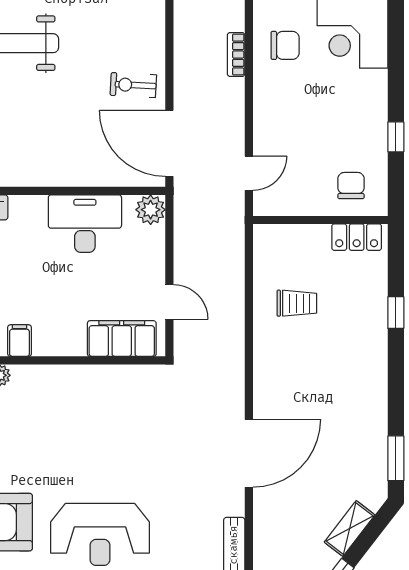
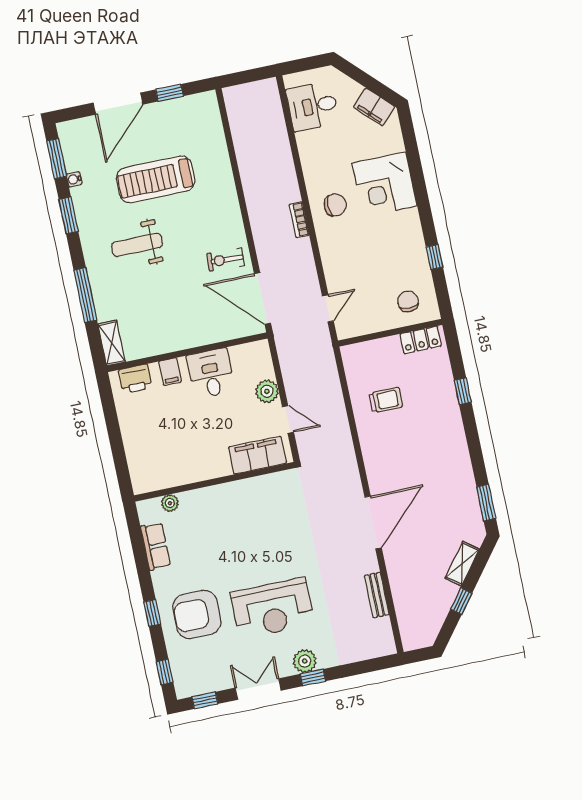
plant: (151, 210) -> (267, 391), moved
desk: (85, 224) -> (211, 373), width x0.73
filing cabinet: (20, 341) -> (170, 372), moved, turned 180

